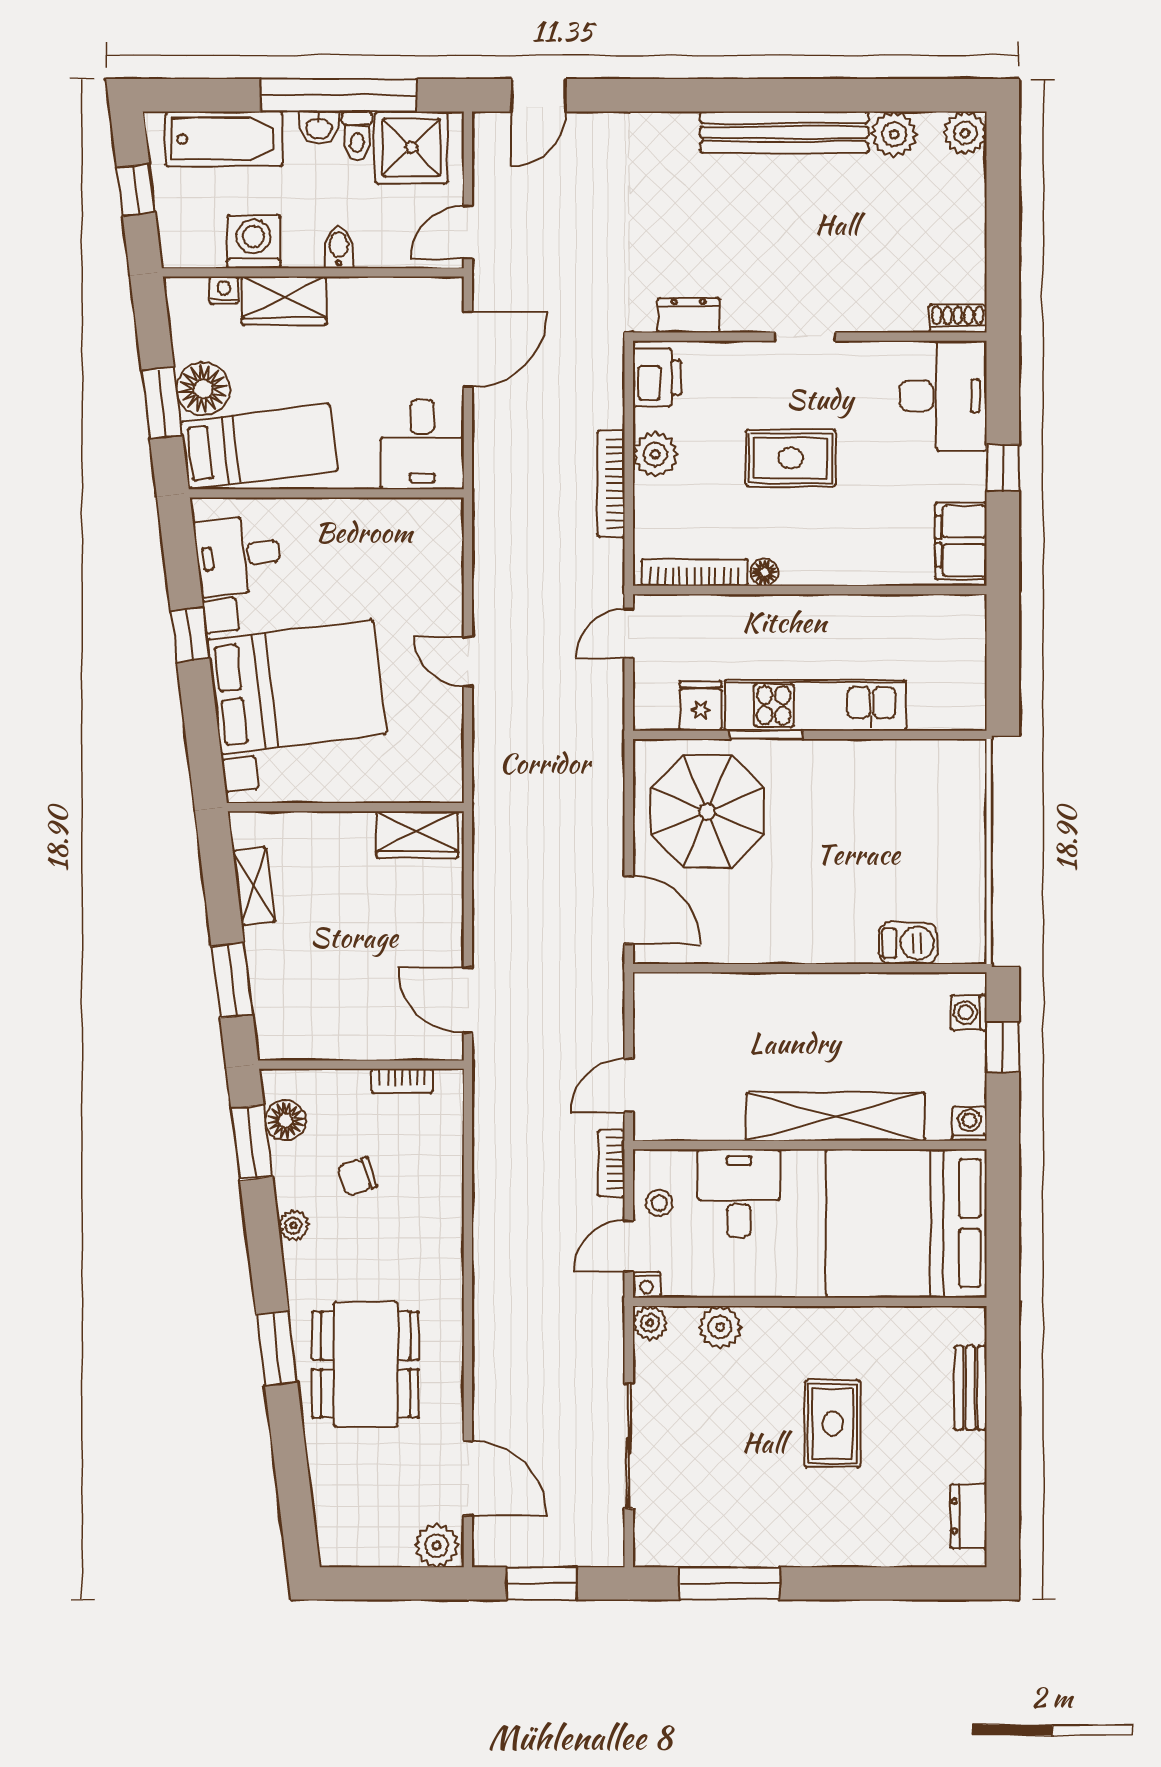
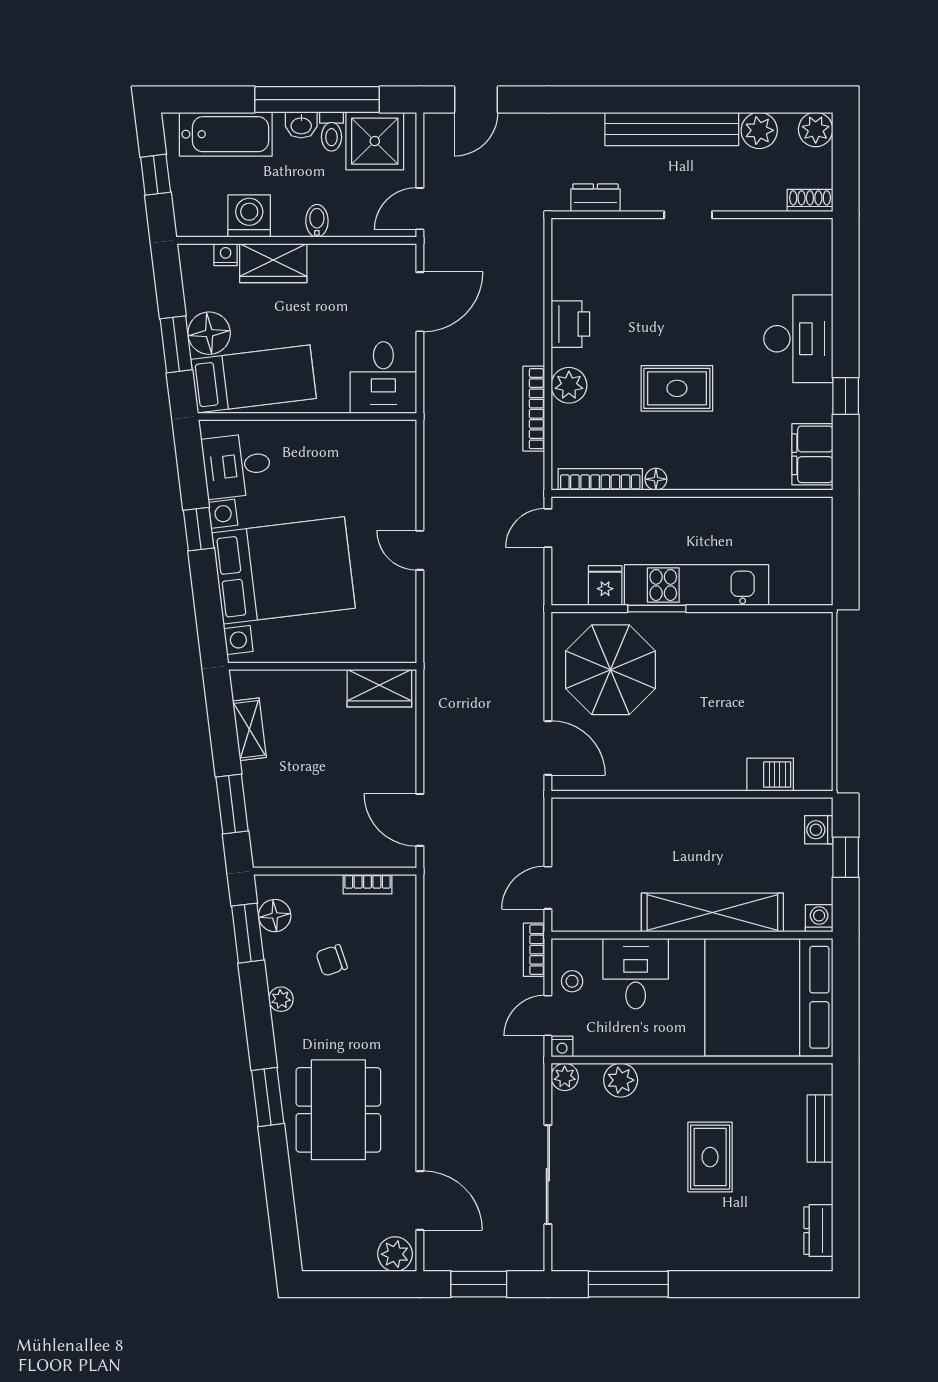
dresser: (688, 315) -> (595, 198), moved
shoe rack: (958, 319) -> (810, 200), moved
doorway: (805, 337) -> (688, 215), moved
wall: (810, 337) -> (692, 215), moved

